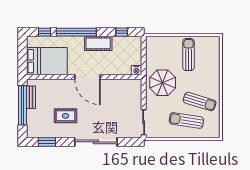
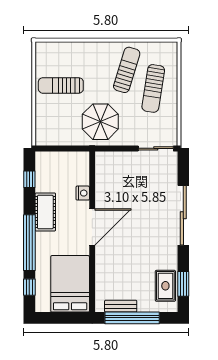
nightstand: (136, 70) -> (83, 193), moved
rug: (66, 116) -> (165, 286), moved

